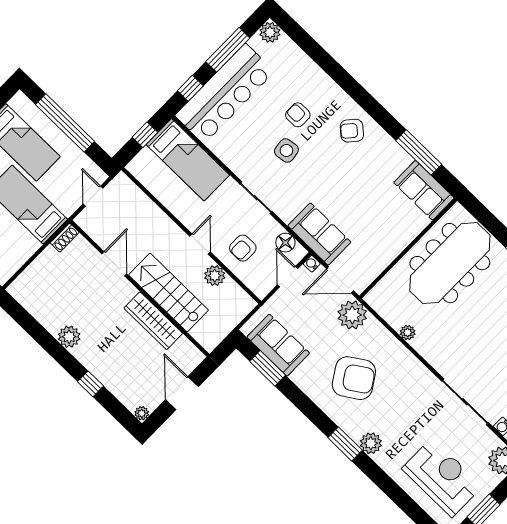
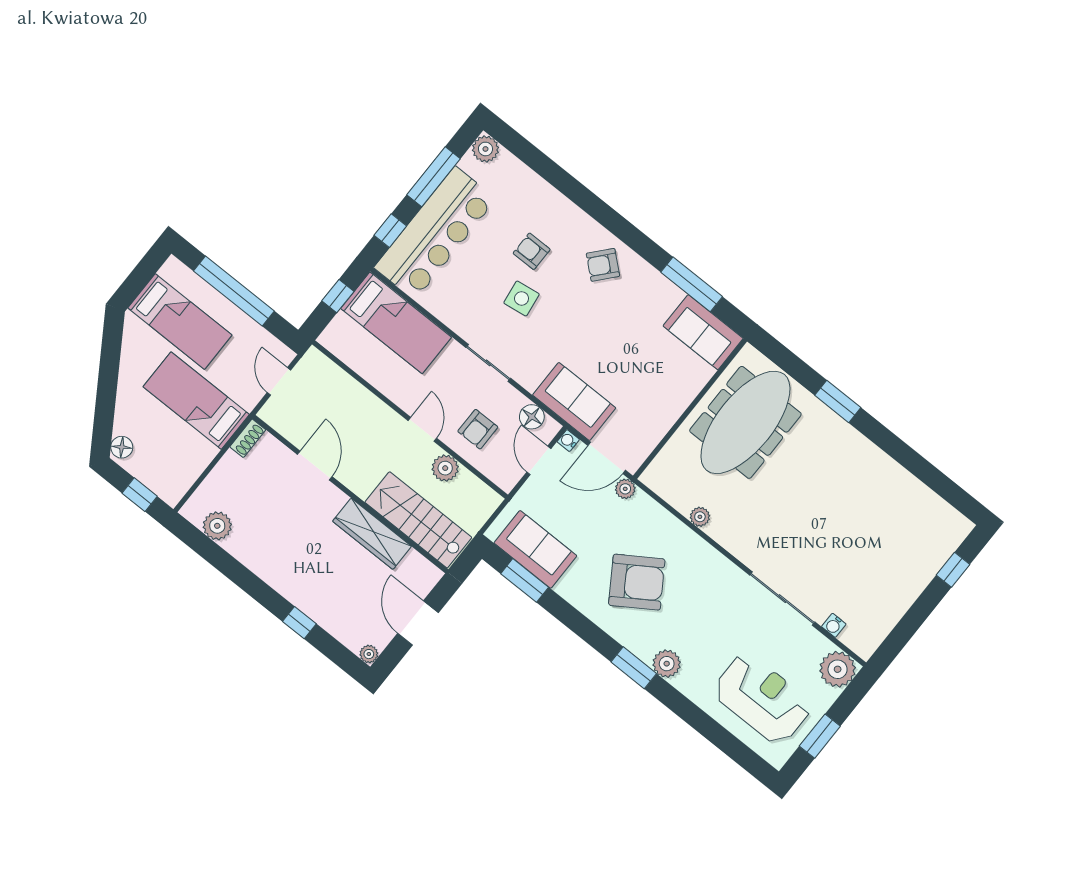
stairs: (169, 292) -> (418, 520), moved
plant: (352, 315) -> (625, 489), width x0.53, depth x0.53
plant: (69, 337) -> (217, 526), moved

